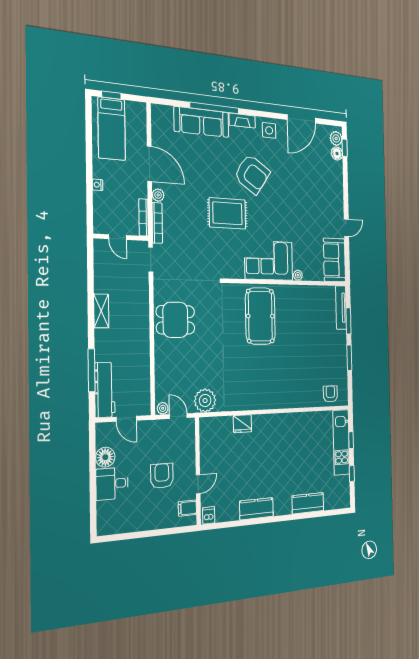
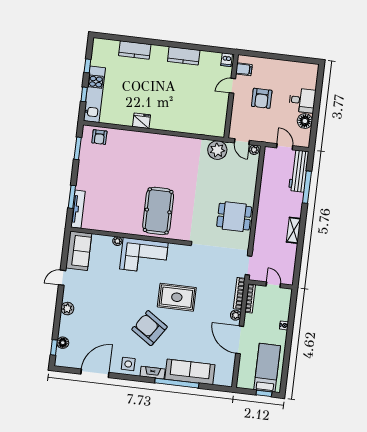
plant: (336, 138) -> (67, 309), moved
window: (349, 358) -> (78, 148), moved
fridge: (242, 424) -> (141, 121), moved

